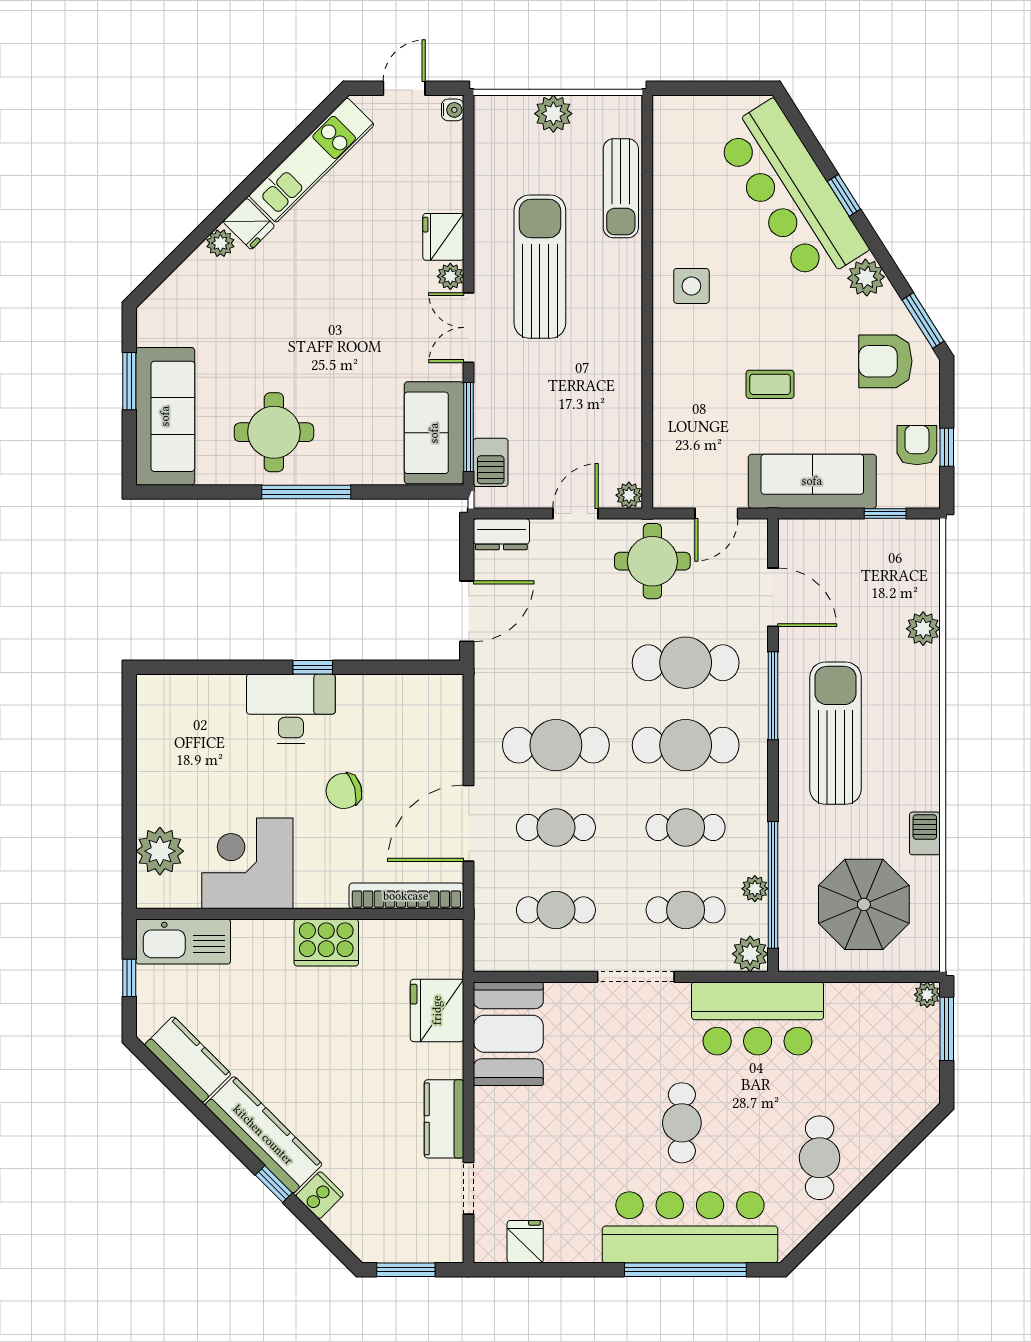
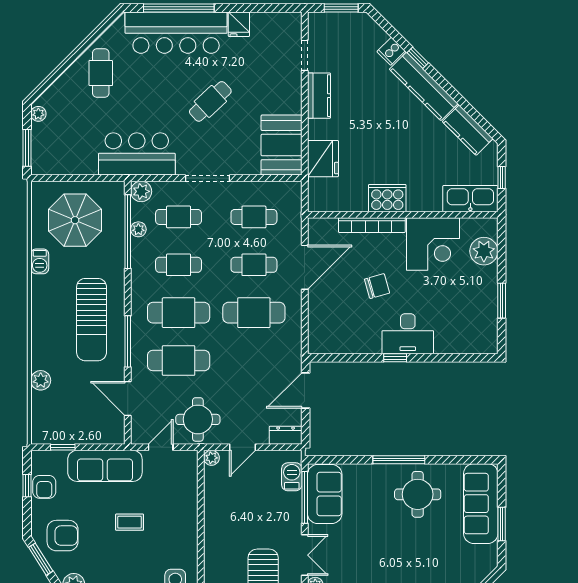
window: (129, 766) -> (502, 301), added
bookcase: (406, 896) -> (372, 225), moved
plant: (927, 995) -> (38, 114), moved
cafe table: (682, 1123) -> (210, 101), moved, turned 47
fridge: (525, 1242) -> (239, 24), moved

